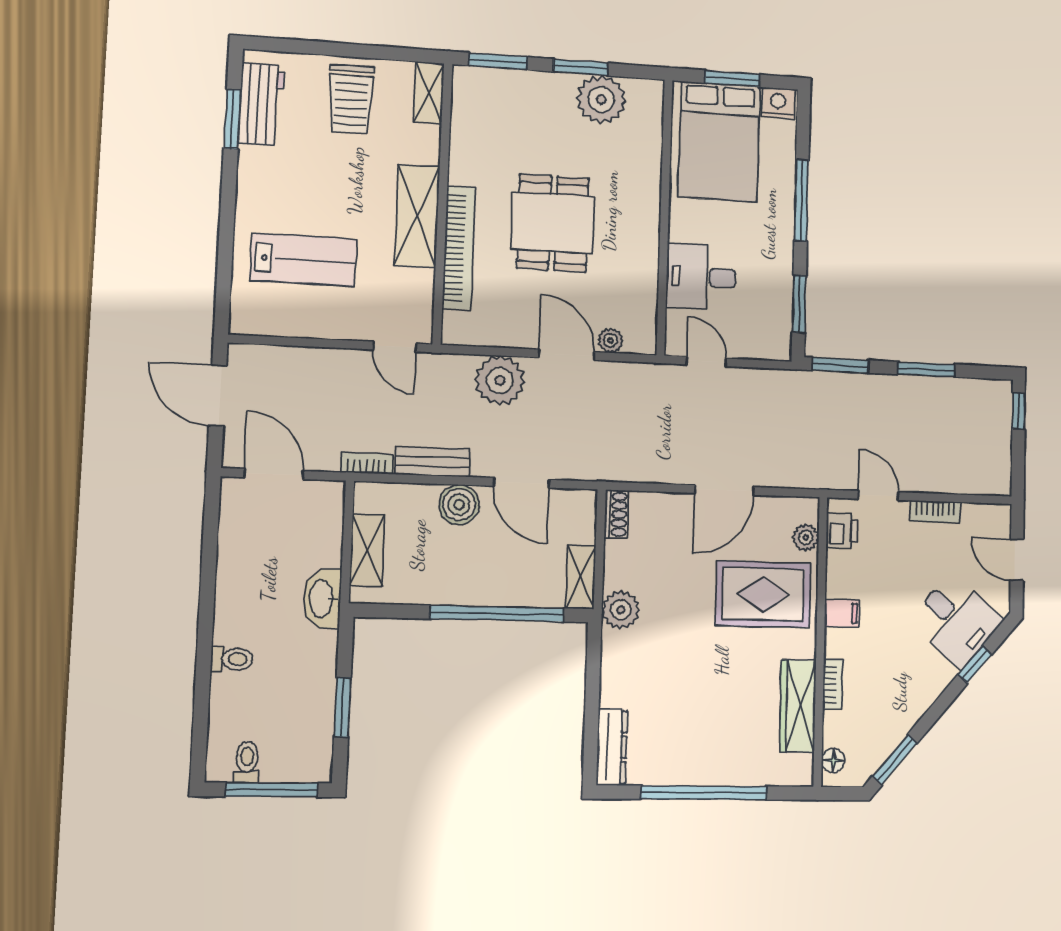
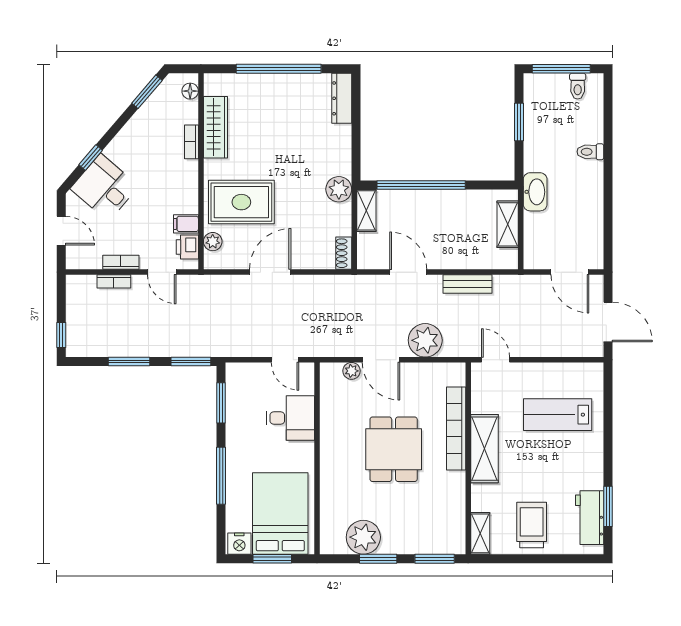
bookcase: (367, 463) -> (114, 281), moved
boiler: (459, 505) -> (449, 256), removed
filing cabinet: (842, 613) -> (186, 224), moved

